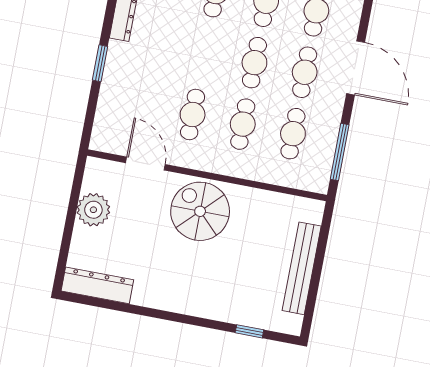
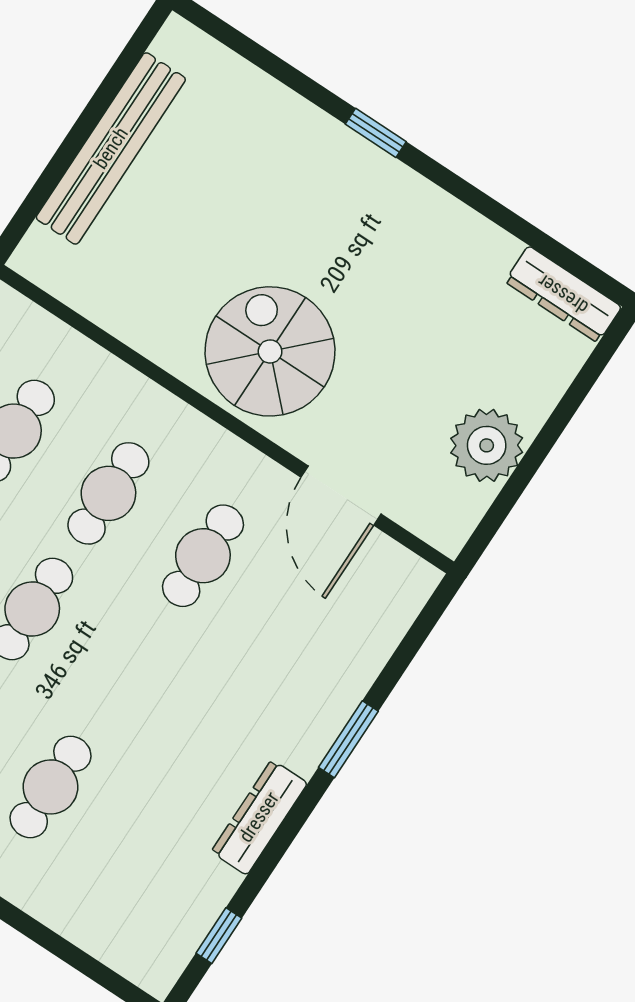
spiral stairs: (200, 211) -> (270, 351), turned 180
dresser: (97, 285) -> (563, 294), width x0.73, depth x0.80
window: (249, 331) -> (376, 133), moved

